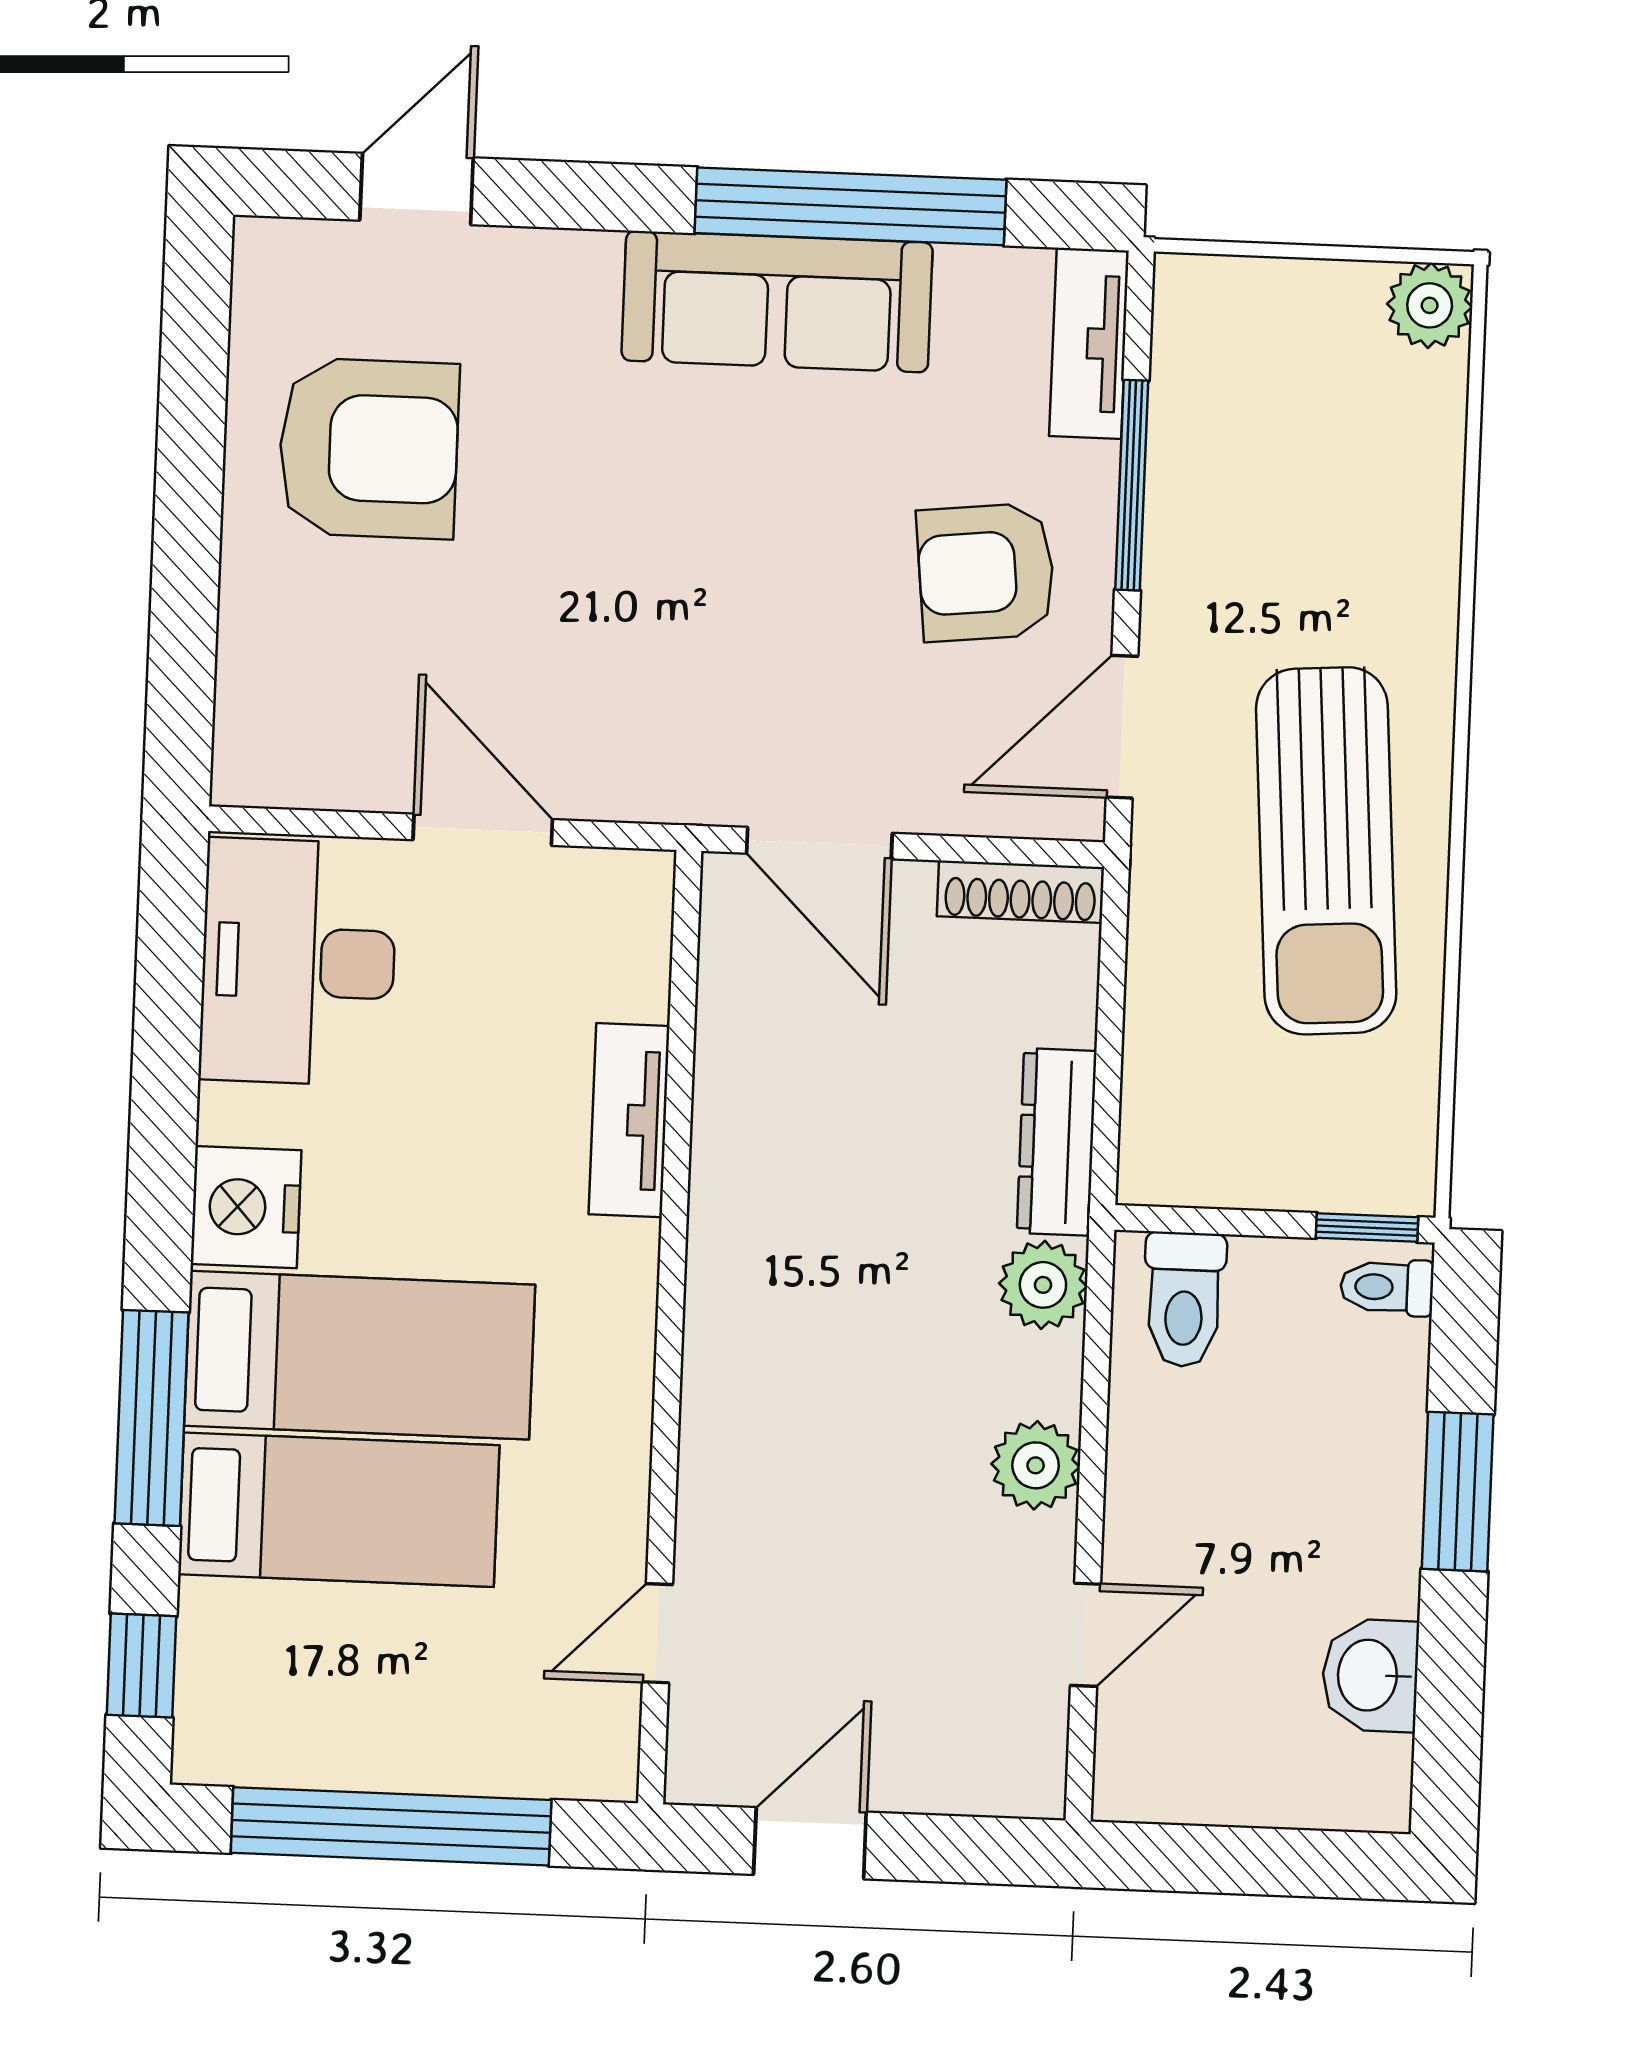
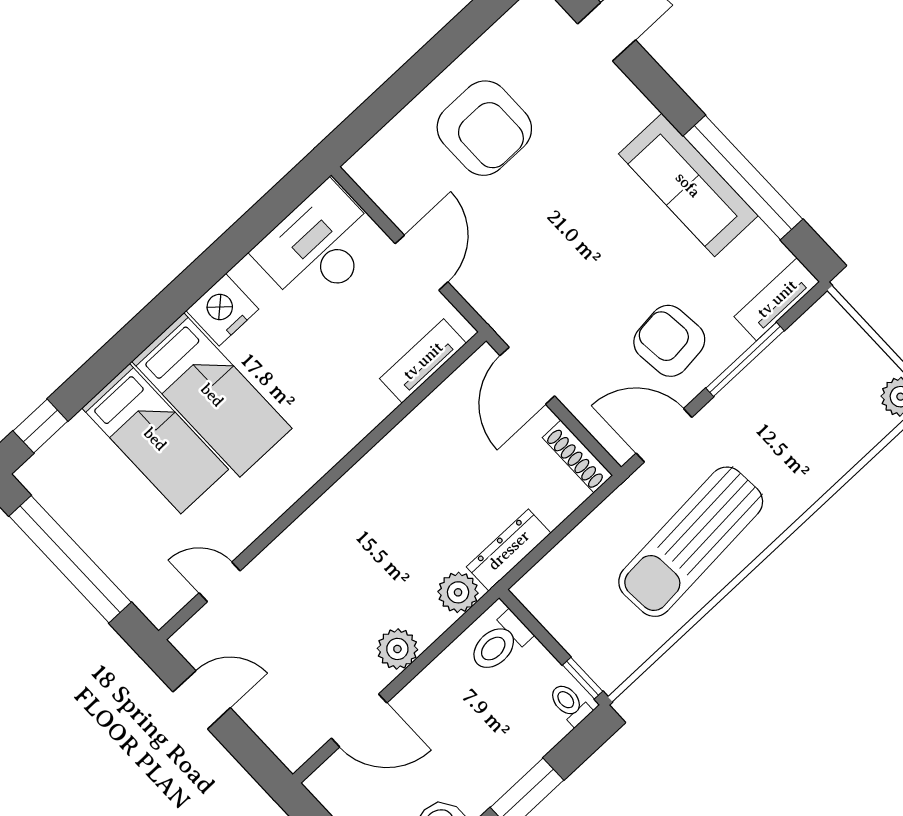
armchair: (369, 448) -> (484, 128), moved
tv unit: (629, 1120) -> (423, 361), moved
window: (151, 1418) -> (124, 348), removed
door: (1086, 1635) -> (359, 721), width x1.38

